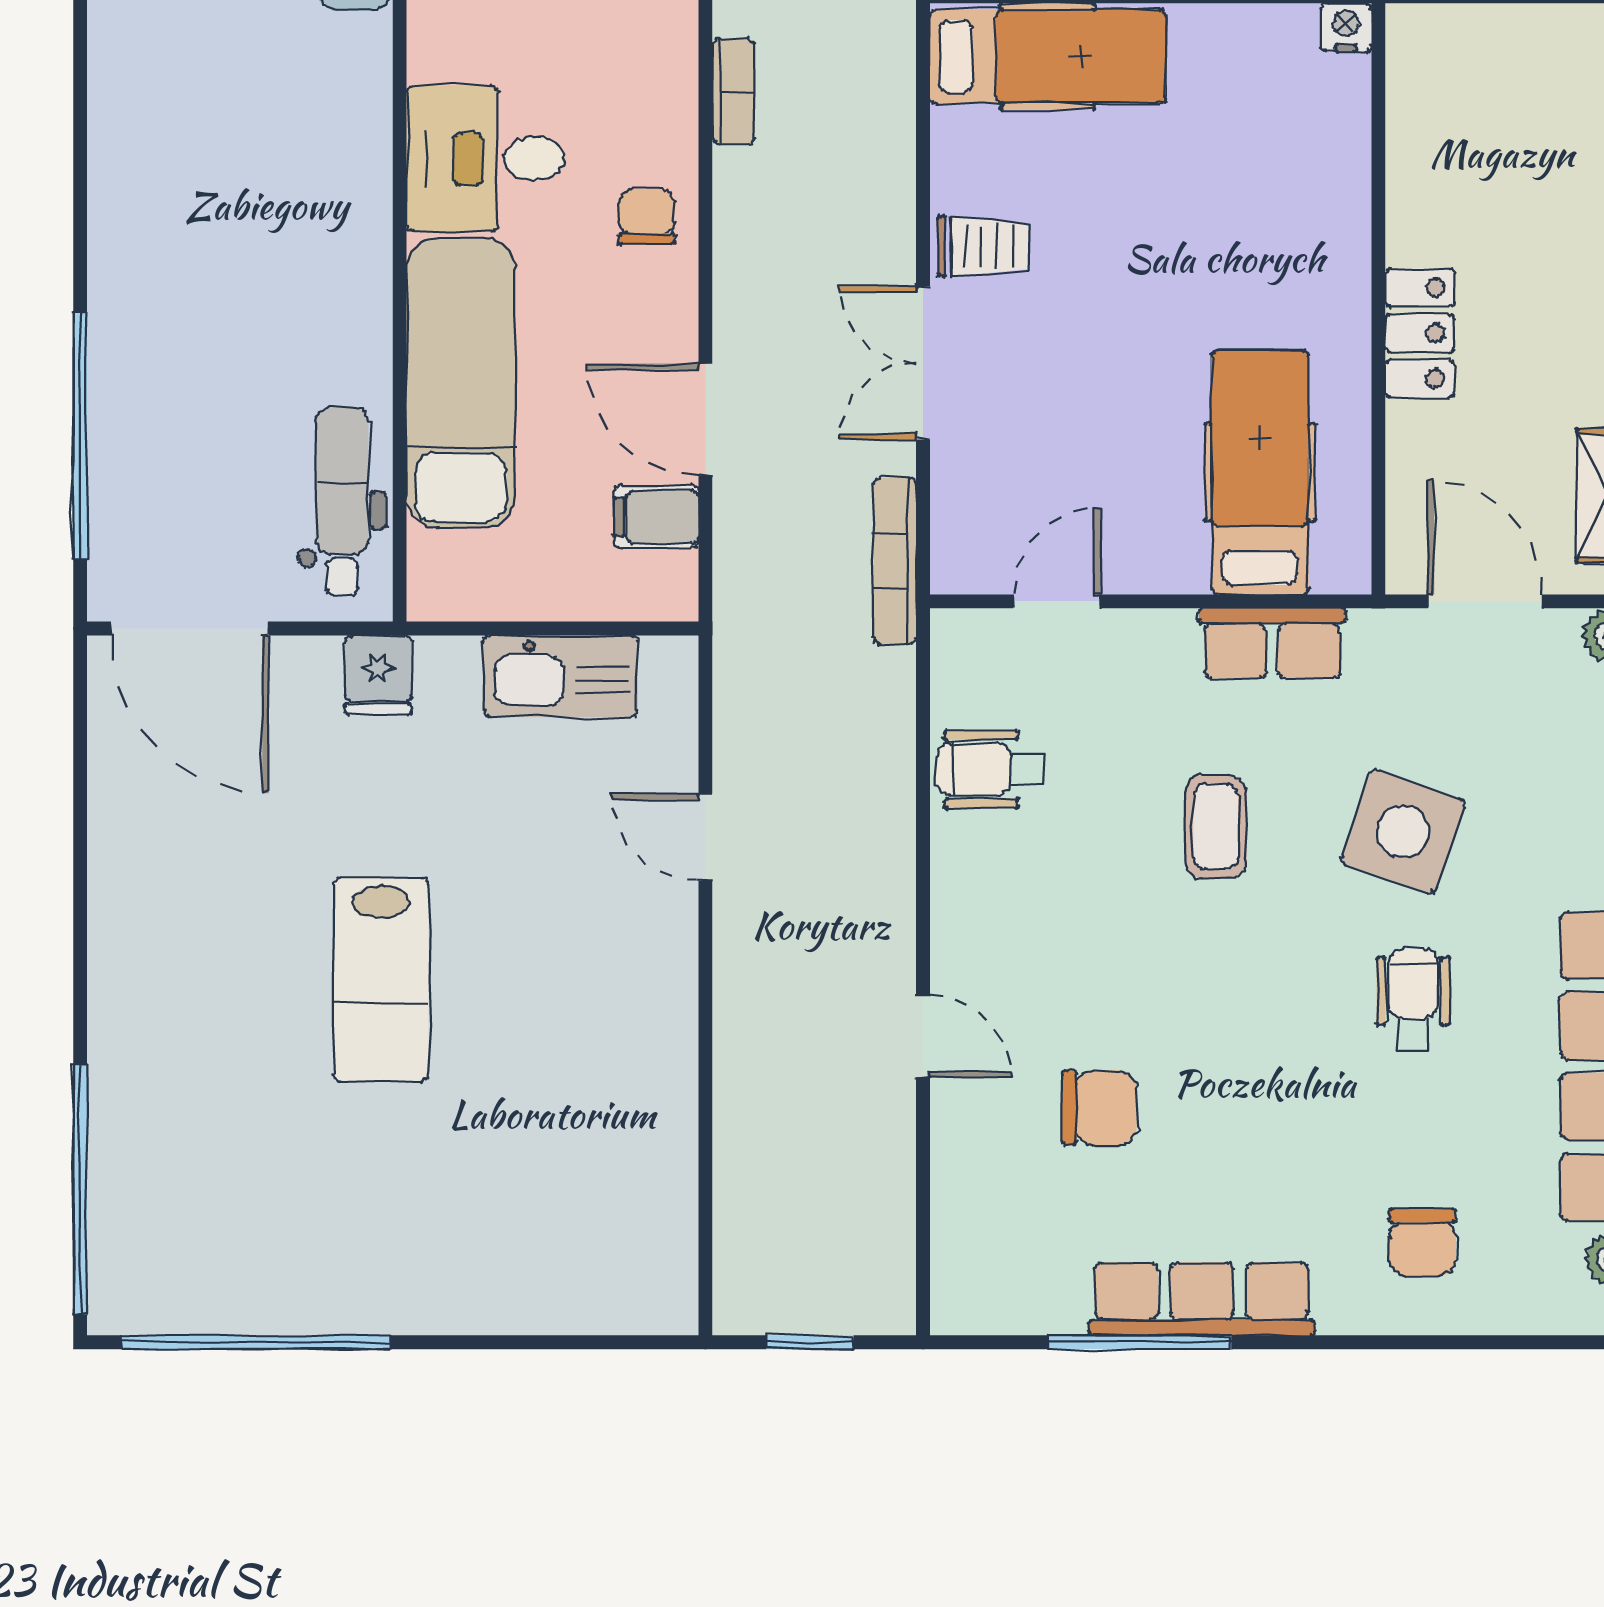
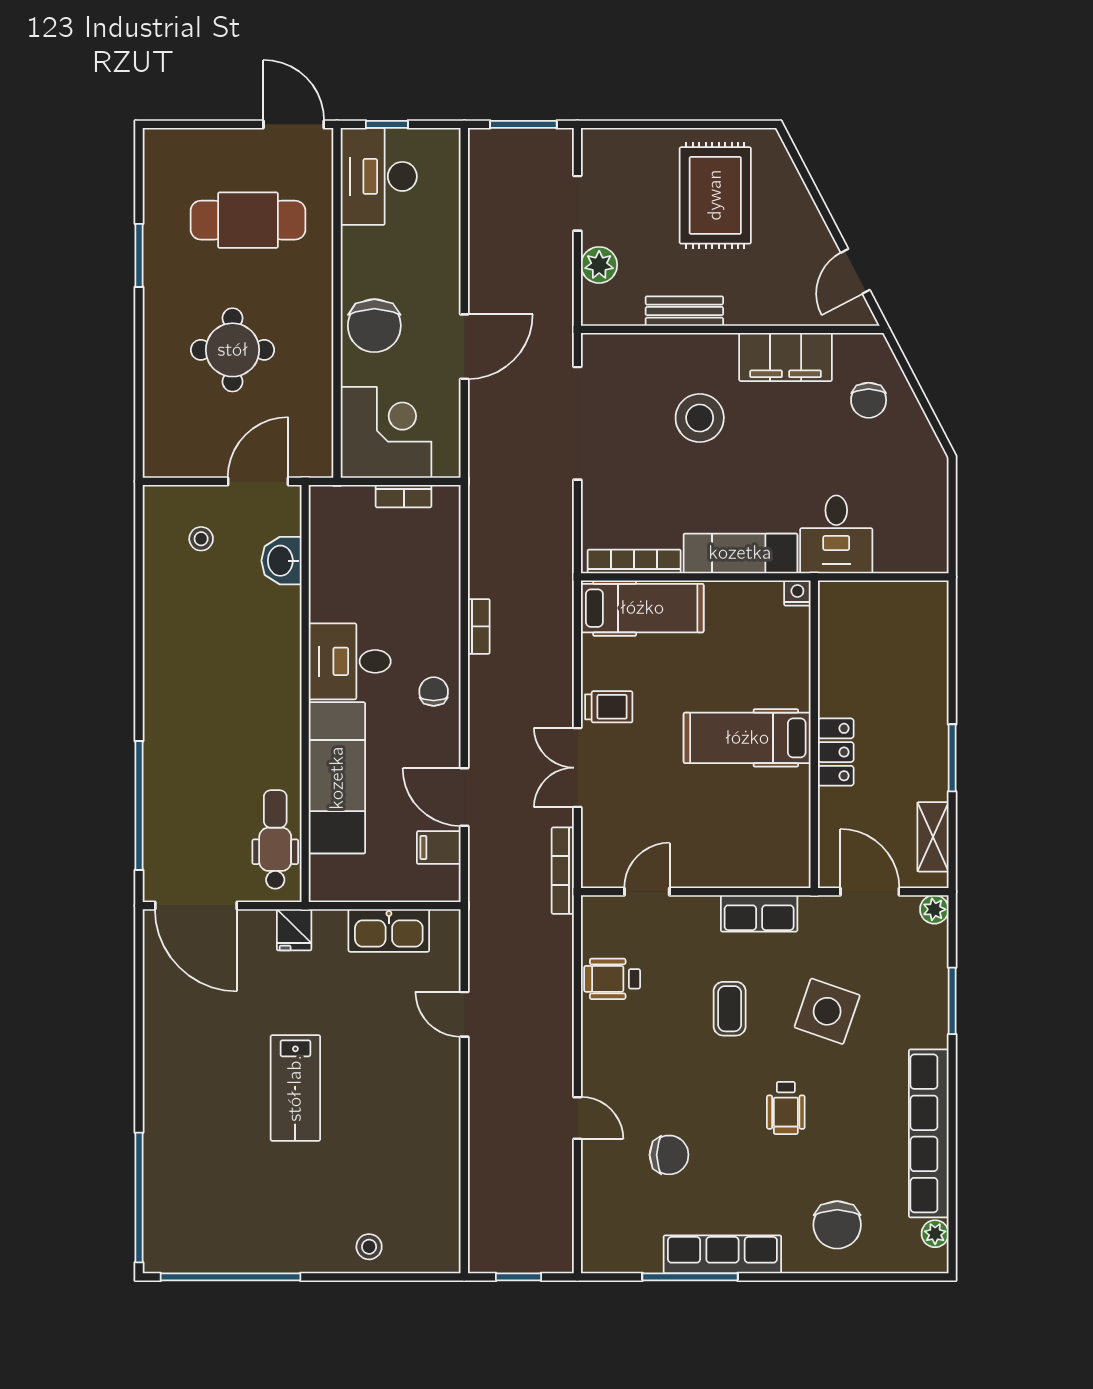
hospital bed: (1260, 472) -> (747, 738), moved, turned -90
wheelchair: (1413, 999) -> (786, 1108), moved, turned 180
chair: (1422, 1242) -> (837, 1225), width x1.37, depth x1.37
stool: (522, 1284) -> (369, 1247), added

